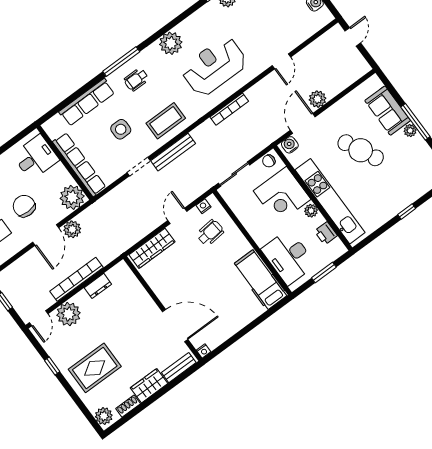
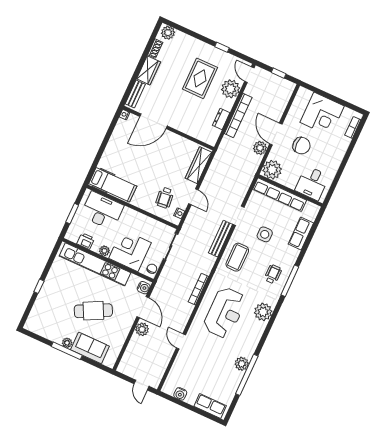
row of seats: (87, 102) -> (301, 233), width x0.68
rug: (95, 368) -> (200, 78), moved

